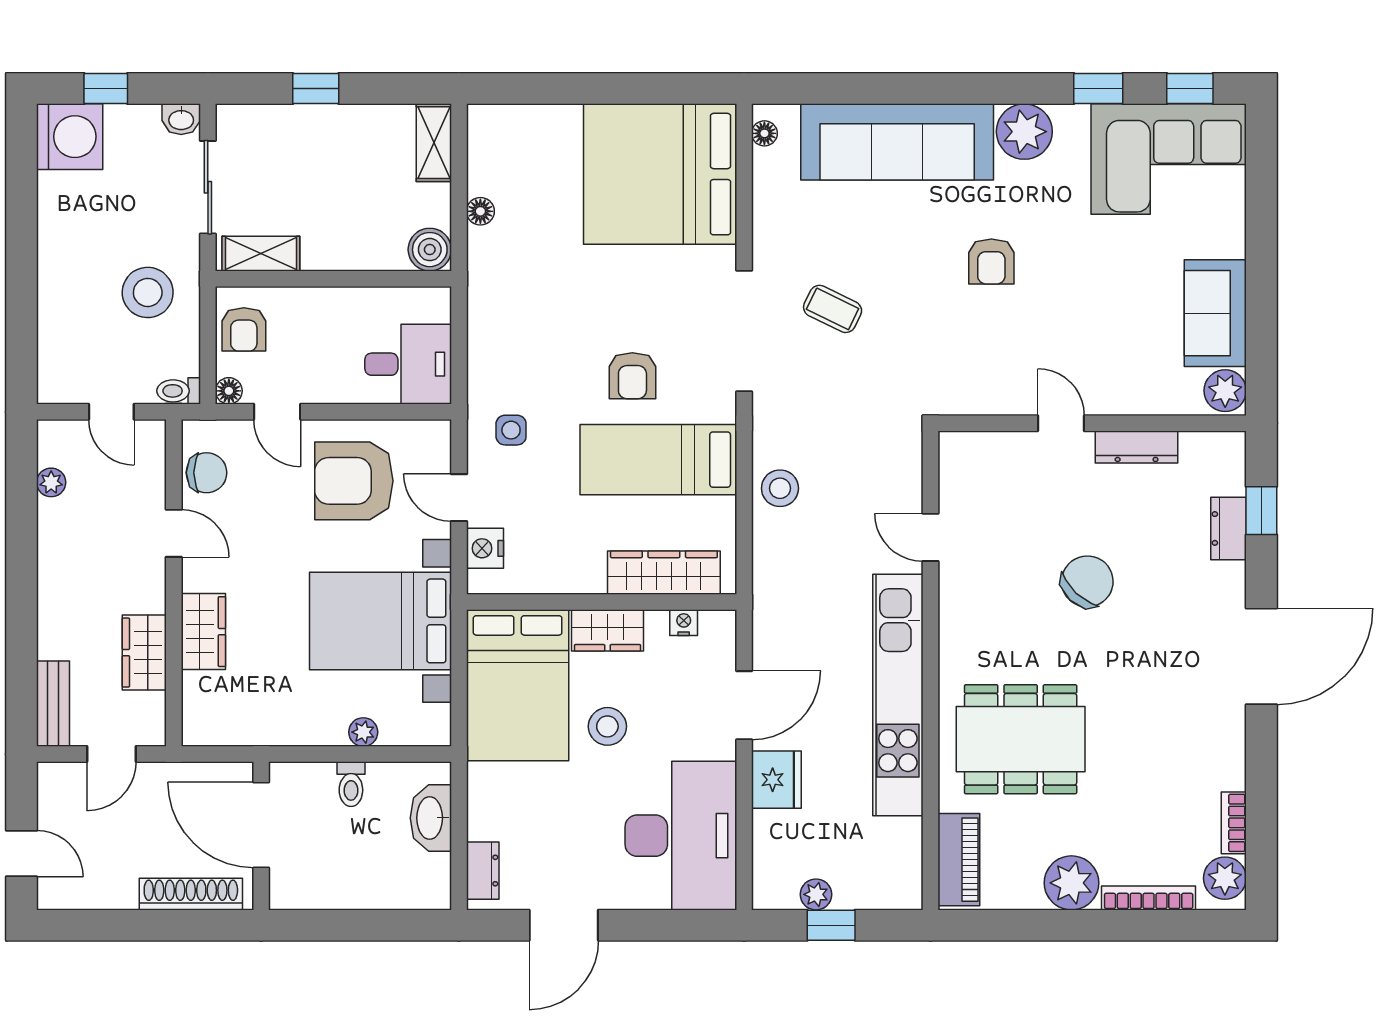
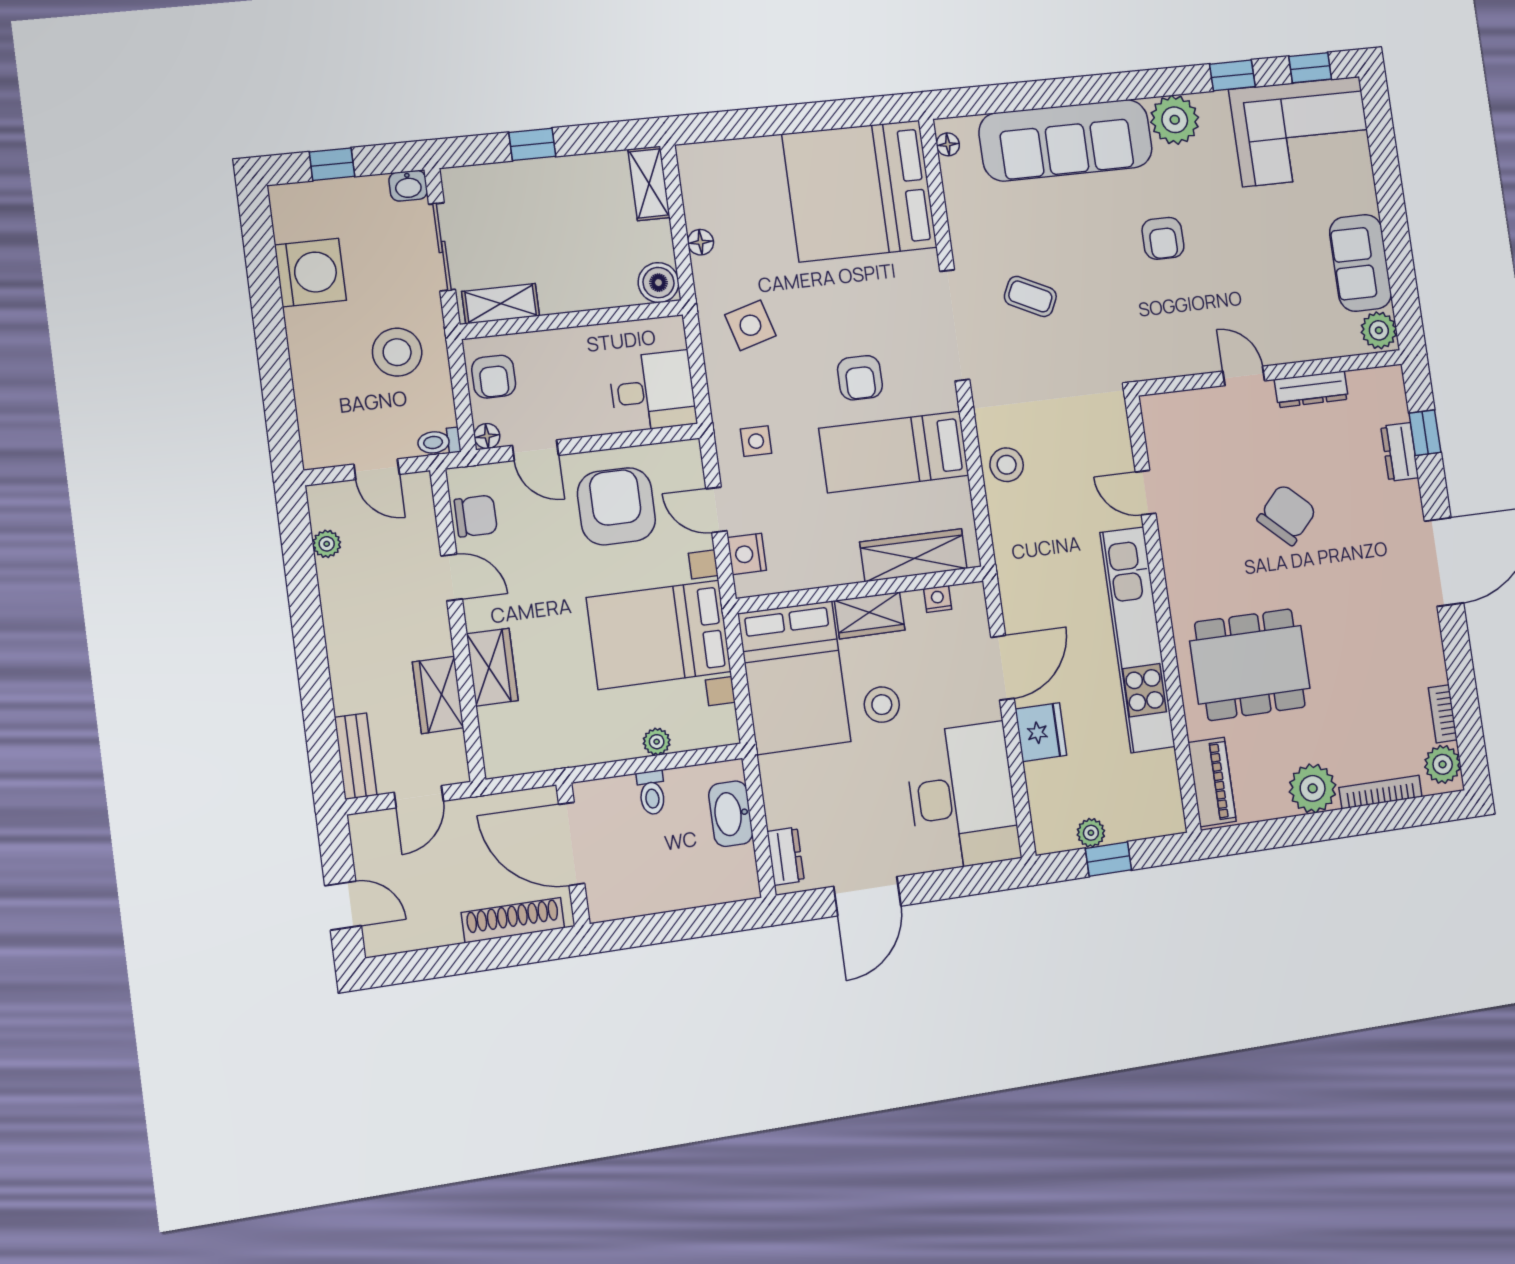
washing machine: (70, 137) -> (310, 273), moved
side table: (522, 306) -> (750, 325), added
armchair: (354, 481) -> (616, 506), turned 90

